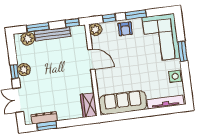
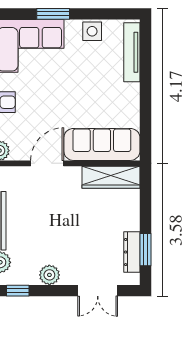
window: (15, 72) -> (18, 291), moved
sofa: (123, 103) -> (102, 144), moved, turned 90
wardrobe: (89, 105) -> (111, 177), width x1.50

